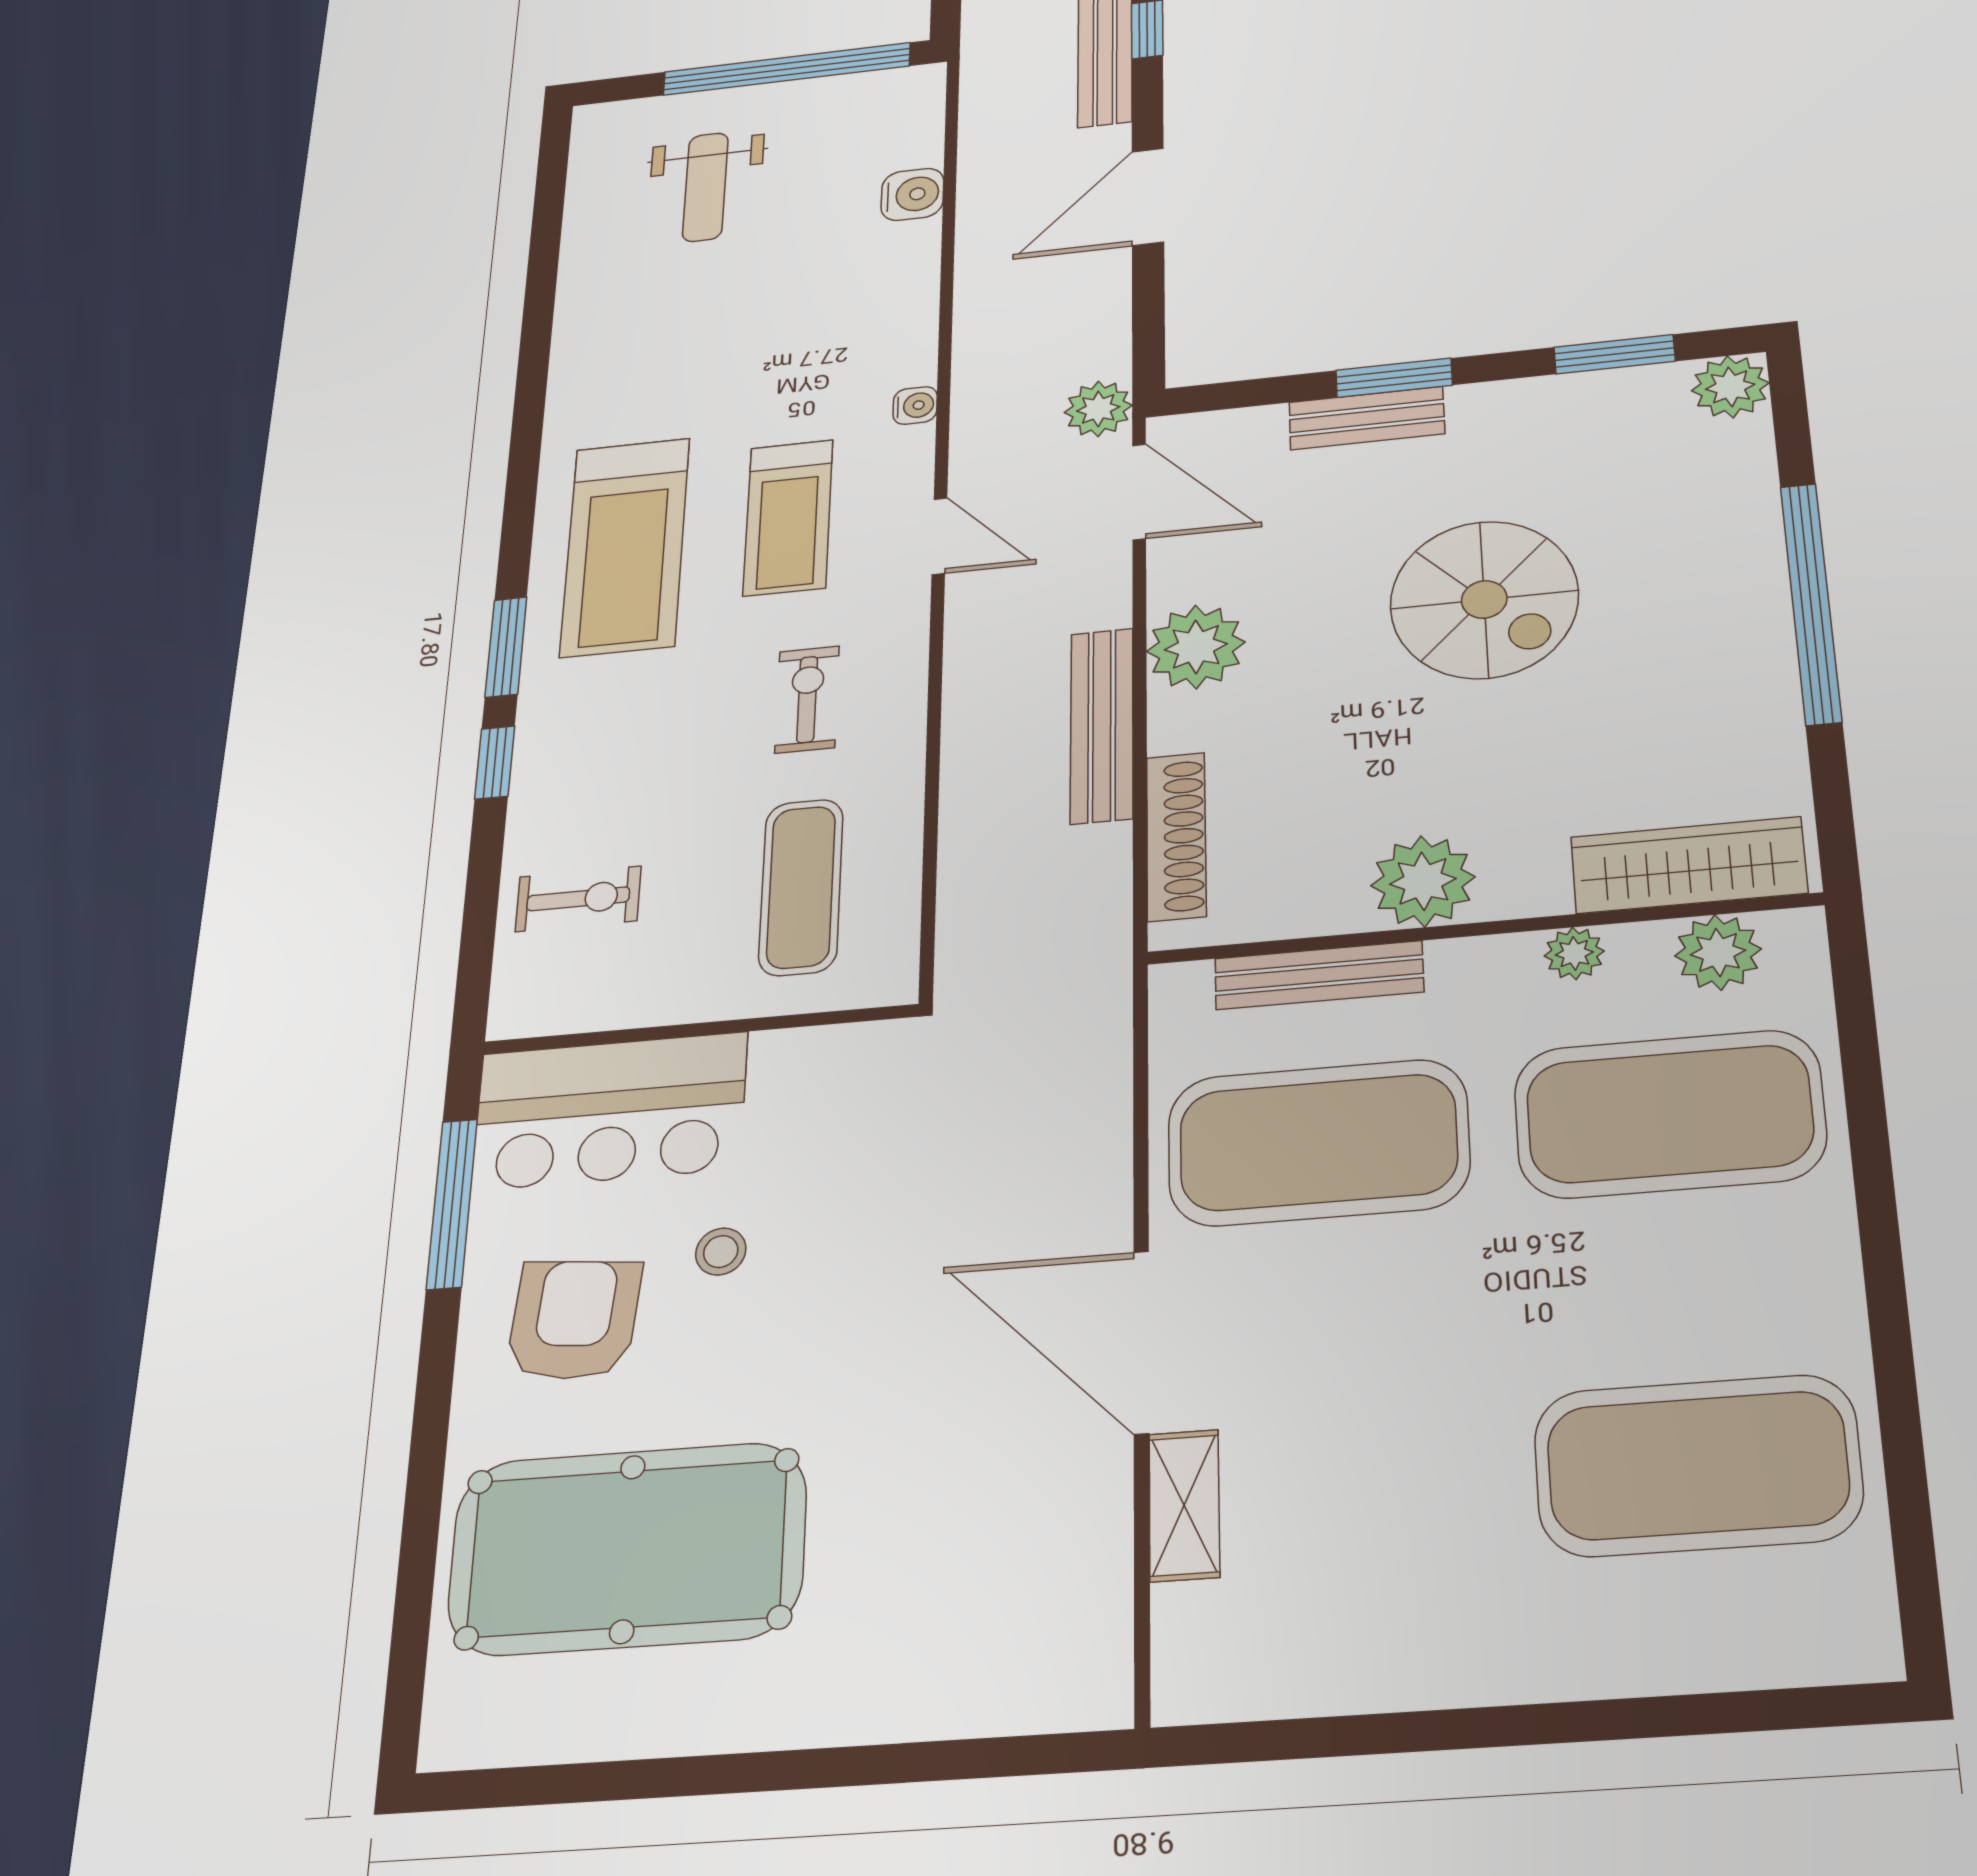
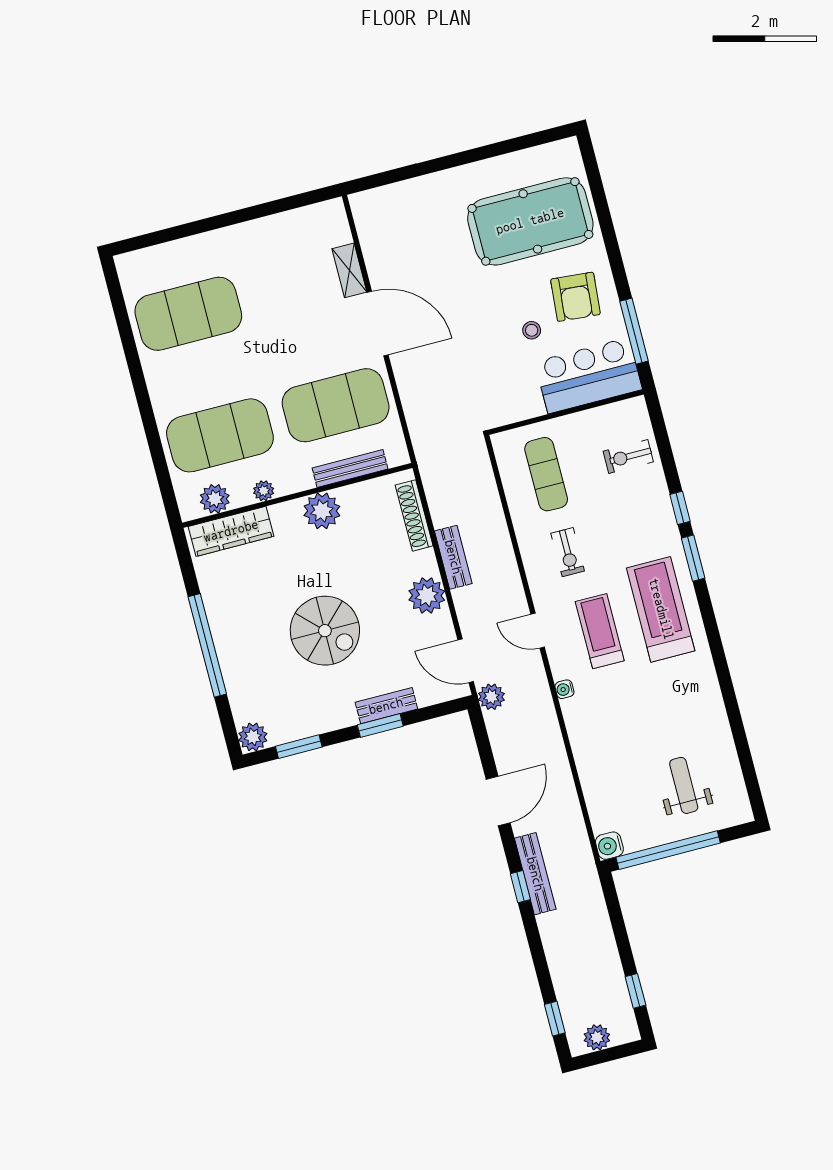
water cooler: (912, 194) -> (609, 846), moved
spiral stairs: (1484, 599) -> (325, 631), turned 180
bench: (1102, 725) -> (453, 557), width x0.73

